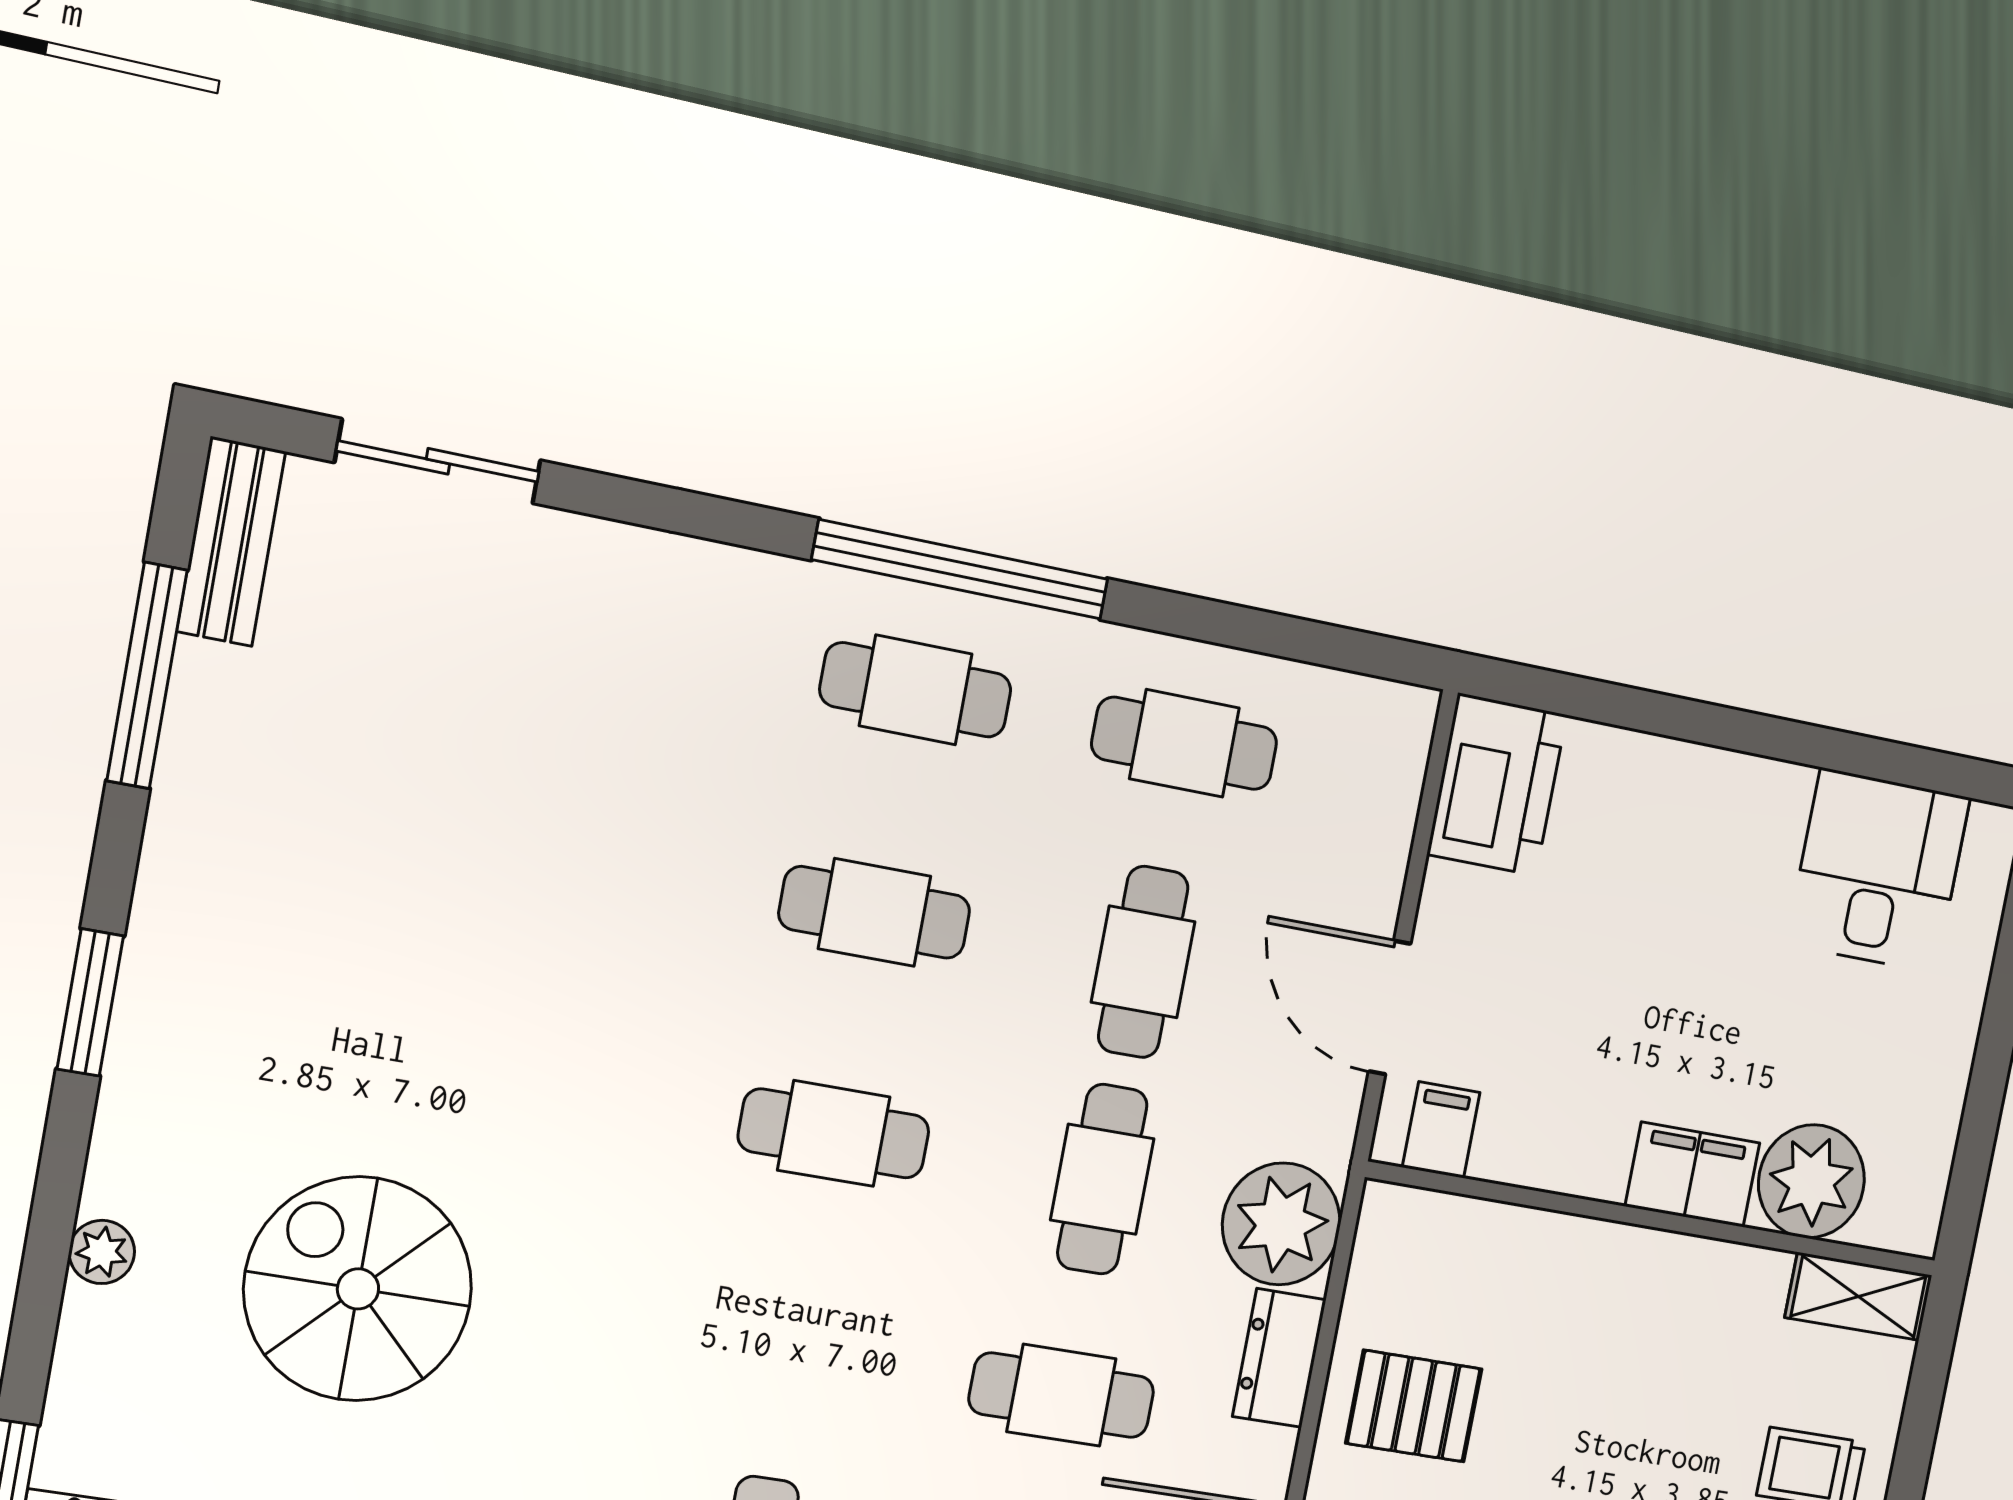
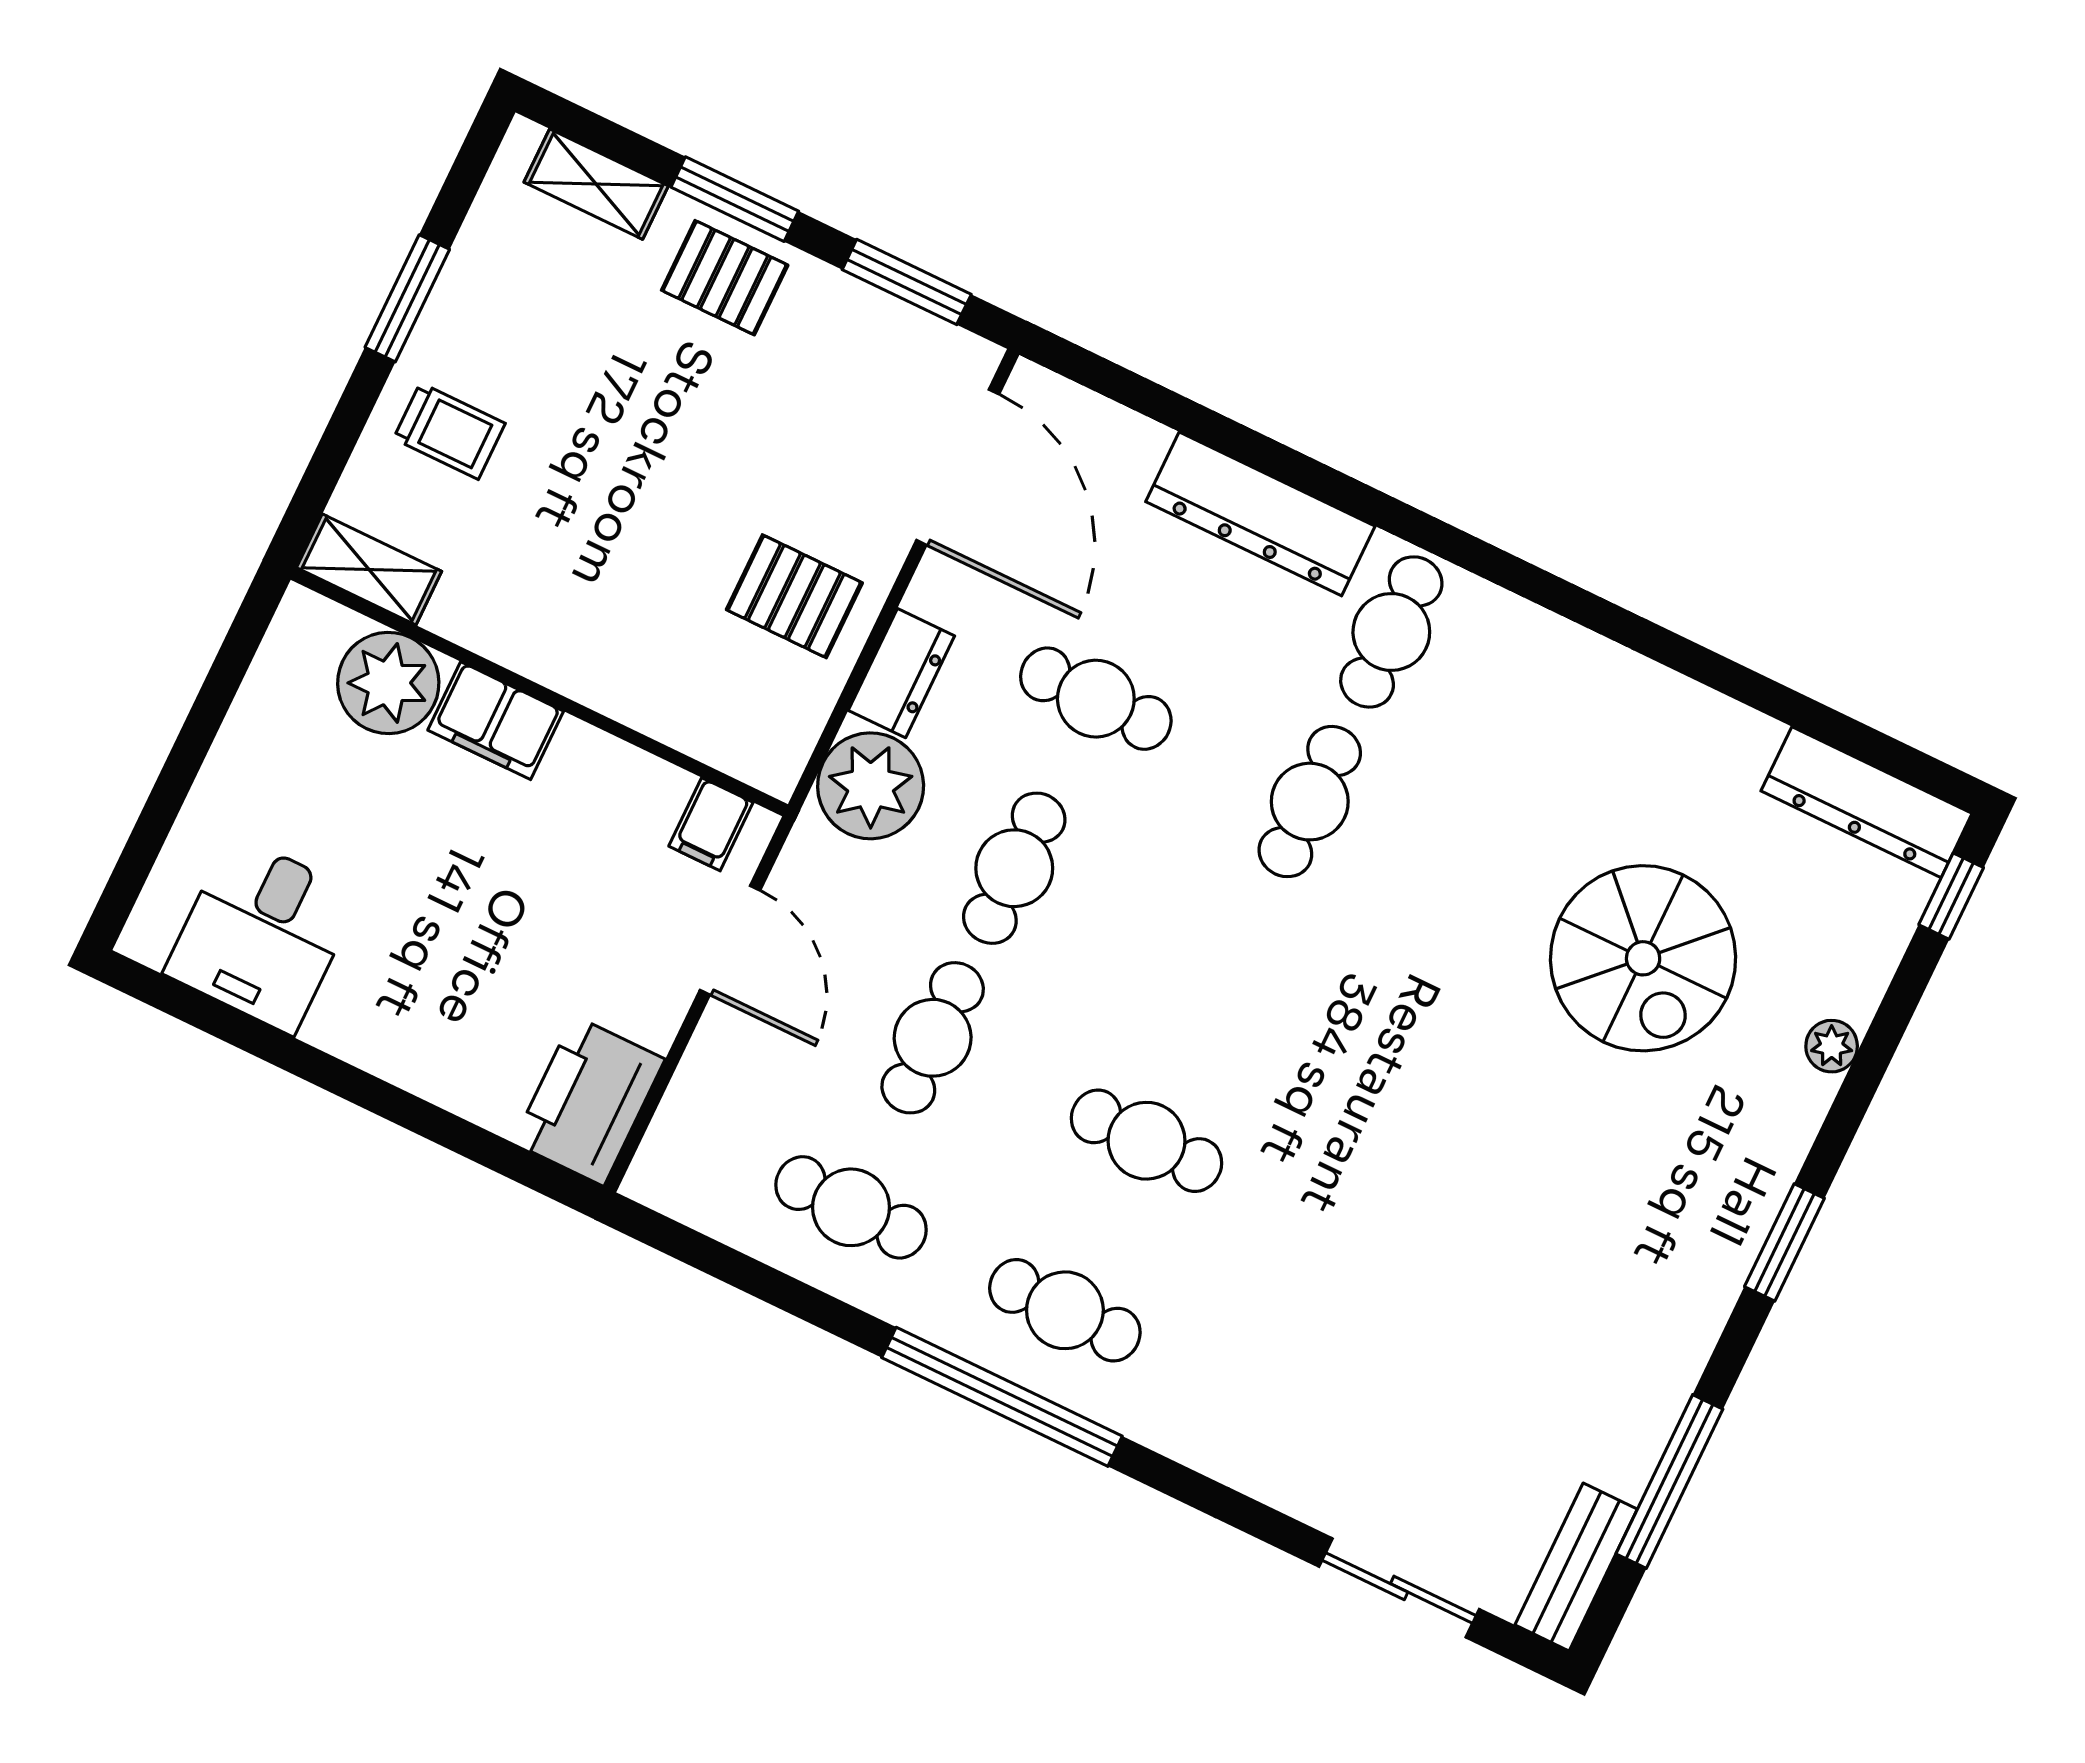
cafe table: (834, 1133) -> (1310, 802), moved, turned 90

